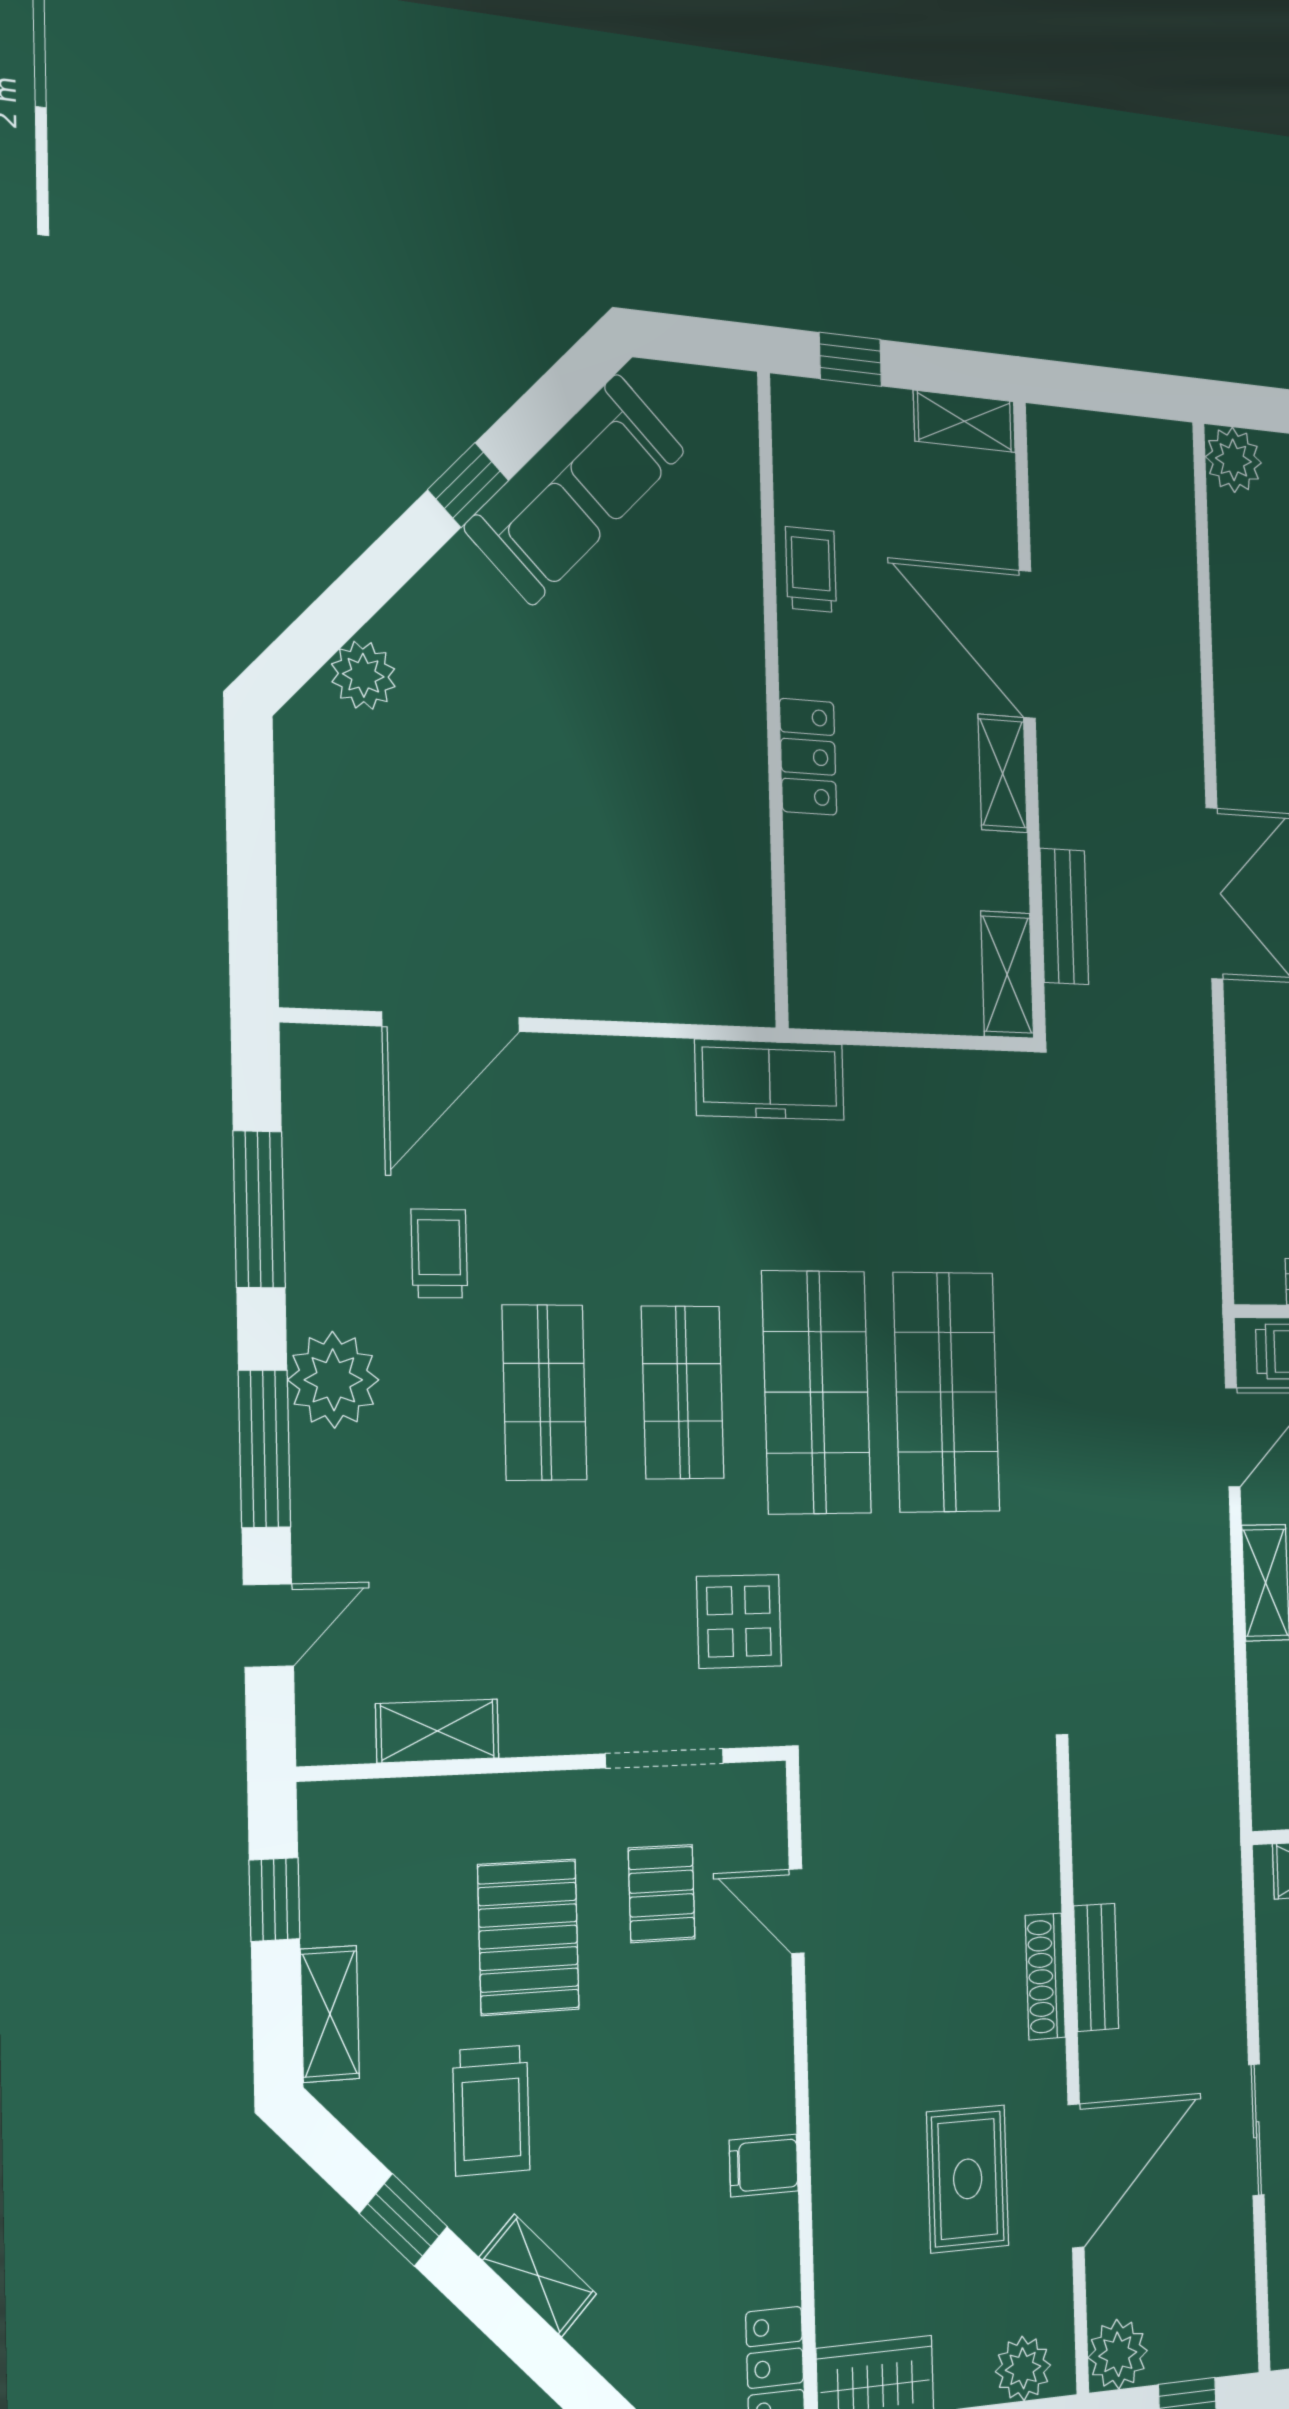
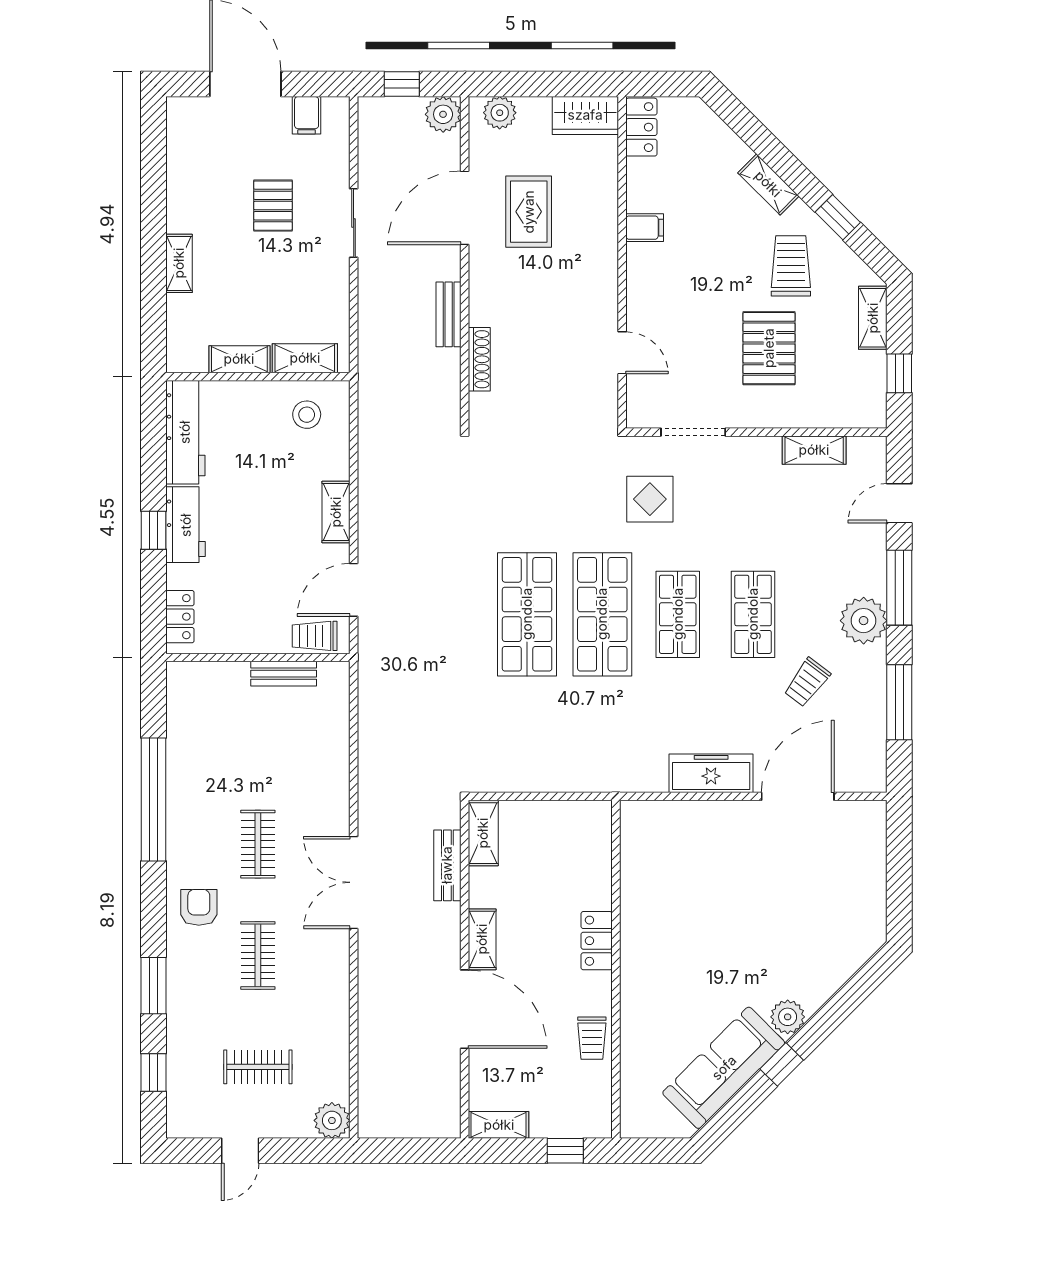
plant: (363, 675) -> (788, 1017), moved
freezer: (770, 1080) -> (711, 773), moved
trolley: (439, 1254) -> (807, 682), turned 37
pallet: (662, 1894) -> (697, 366), removed
shoe rack: (1045, 1976) -> (479, 359), moved

